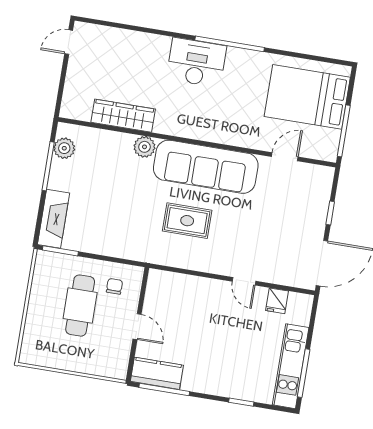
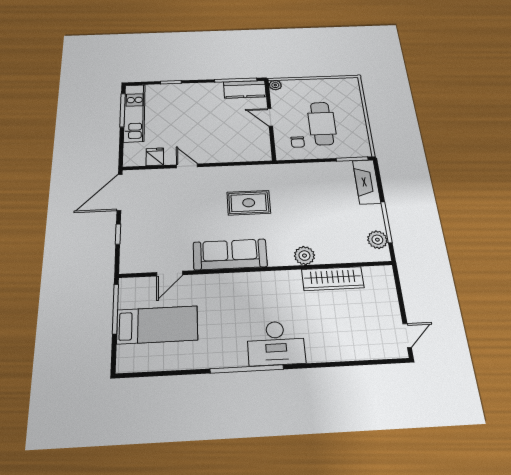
bed: (307, 97) -> (157, 325), width x0.67
sofa: (206, 167) -> (230, 254), width x0.74, depth x0.79
plant: (119, 372) -> (275, 85), added

